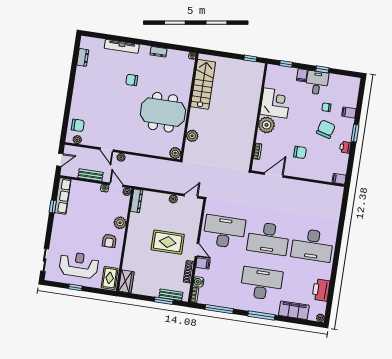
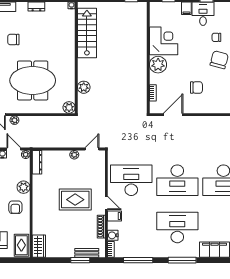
meeting table: (163, 112) -> (33, 80), moved

